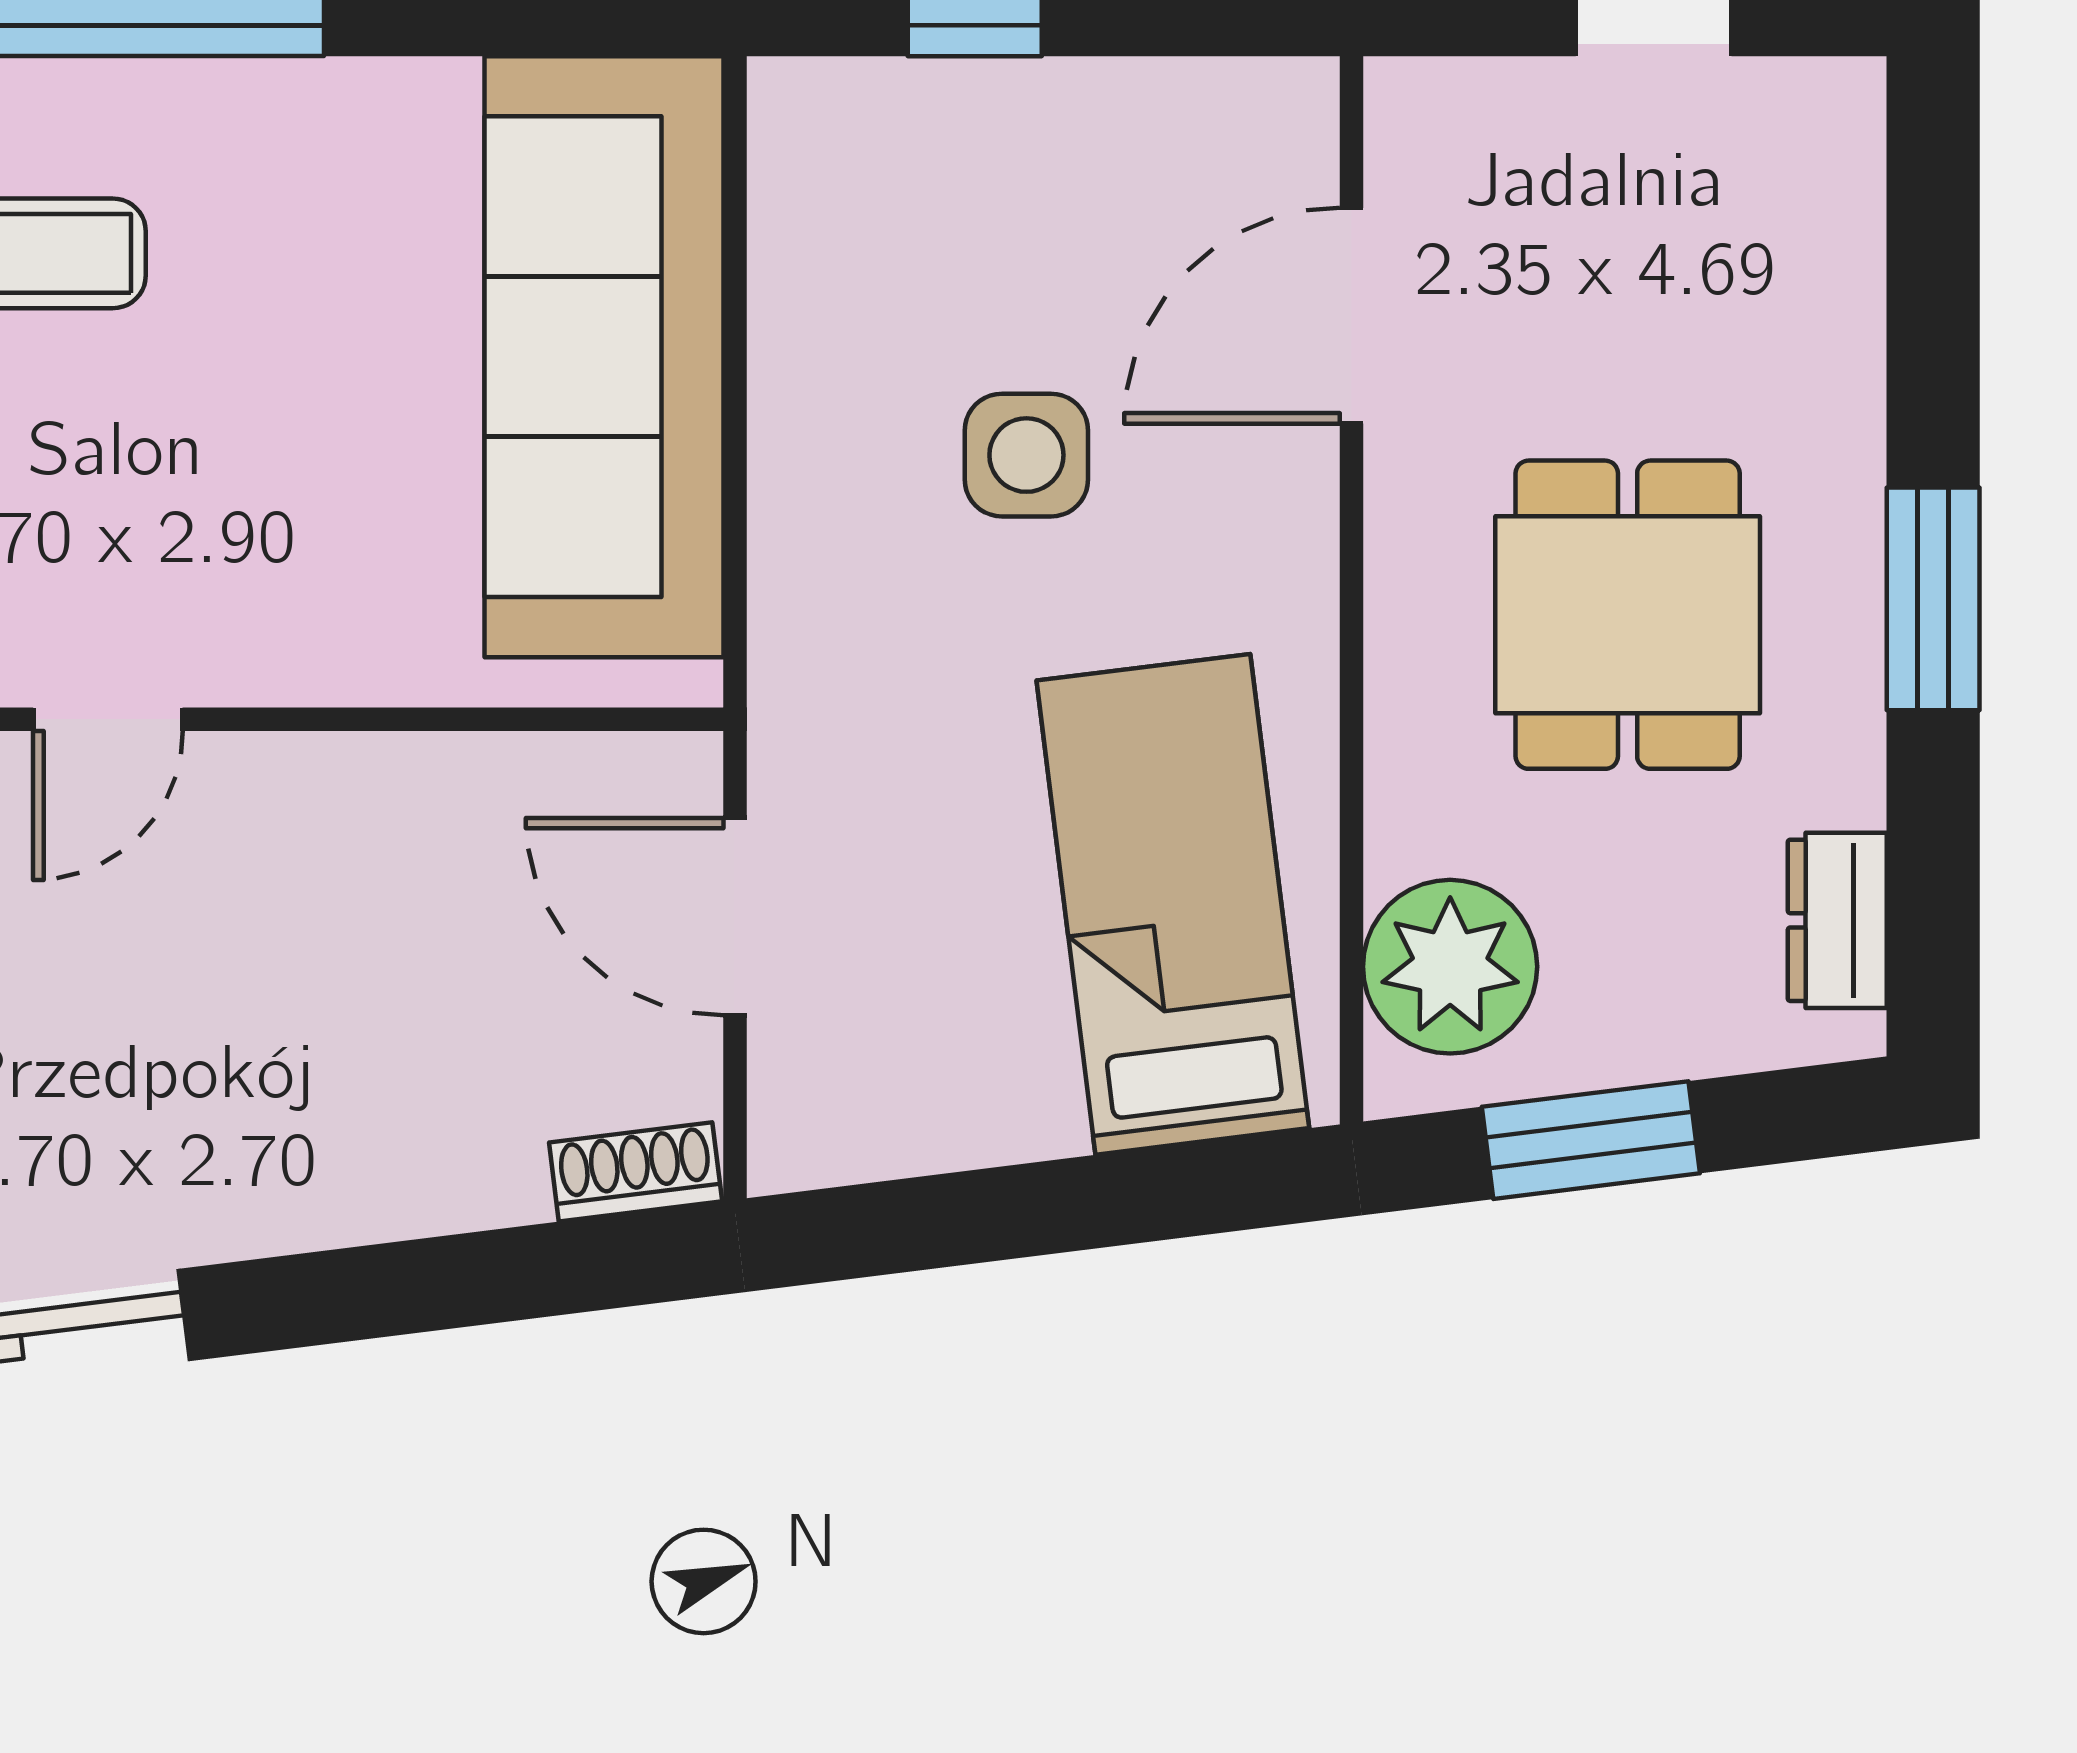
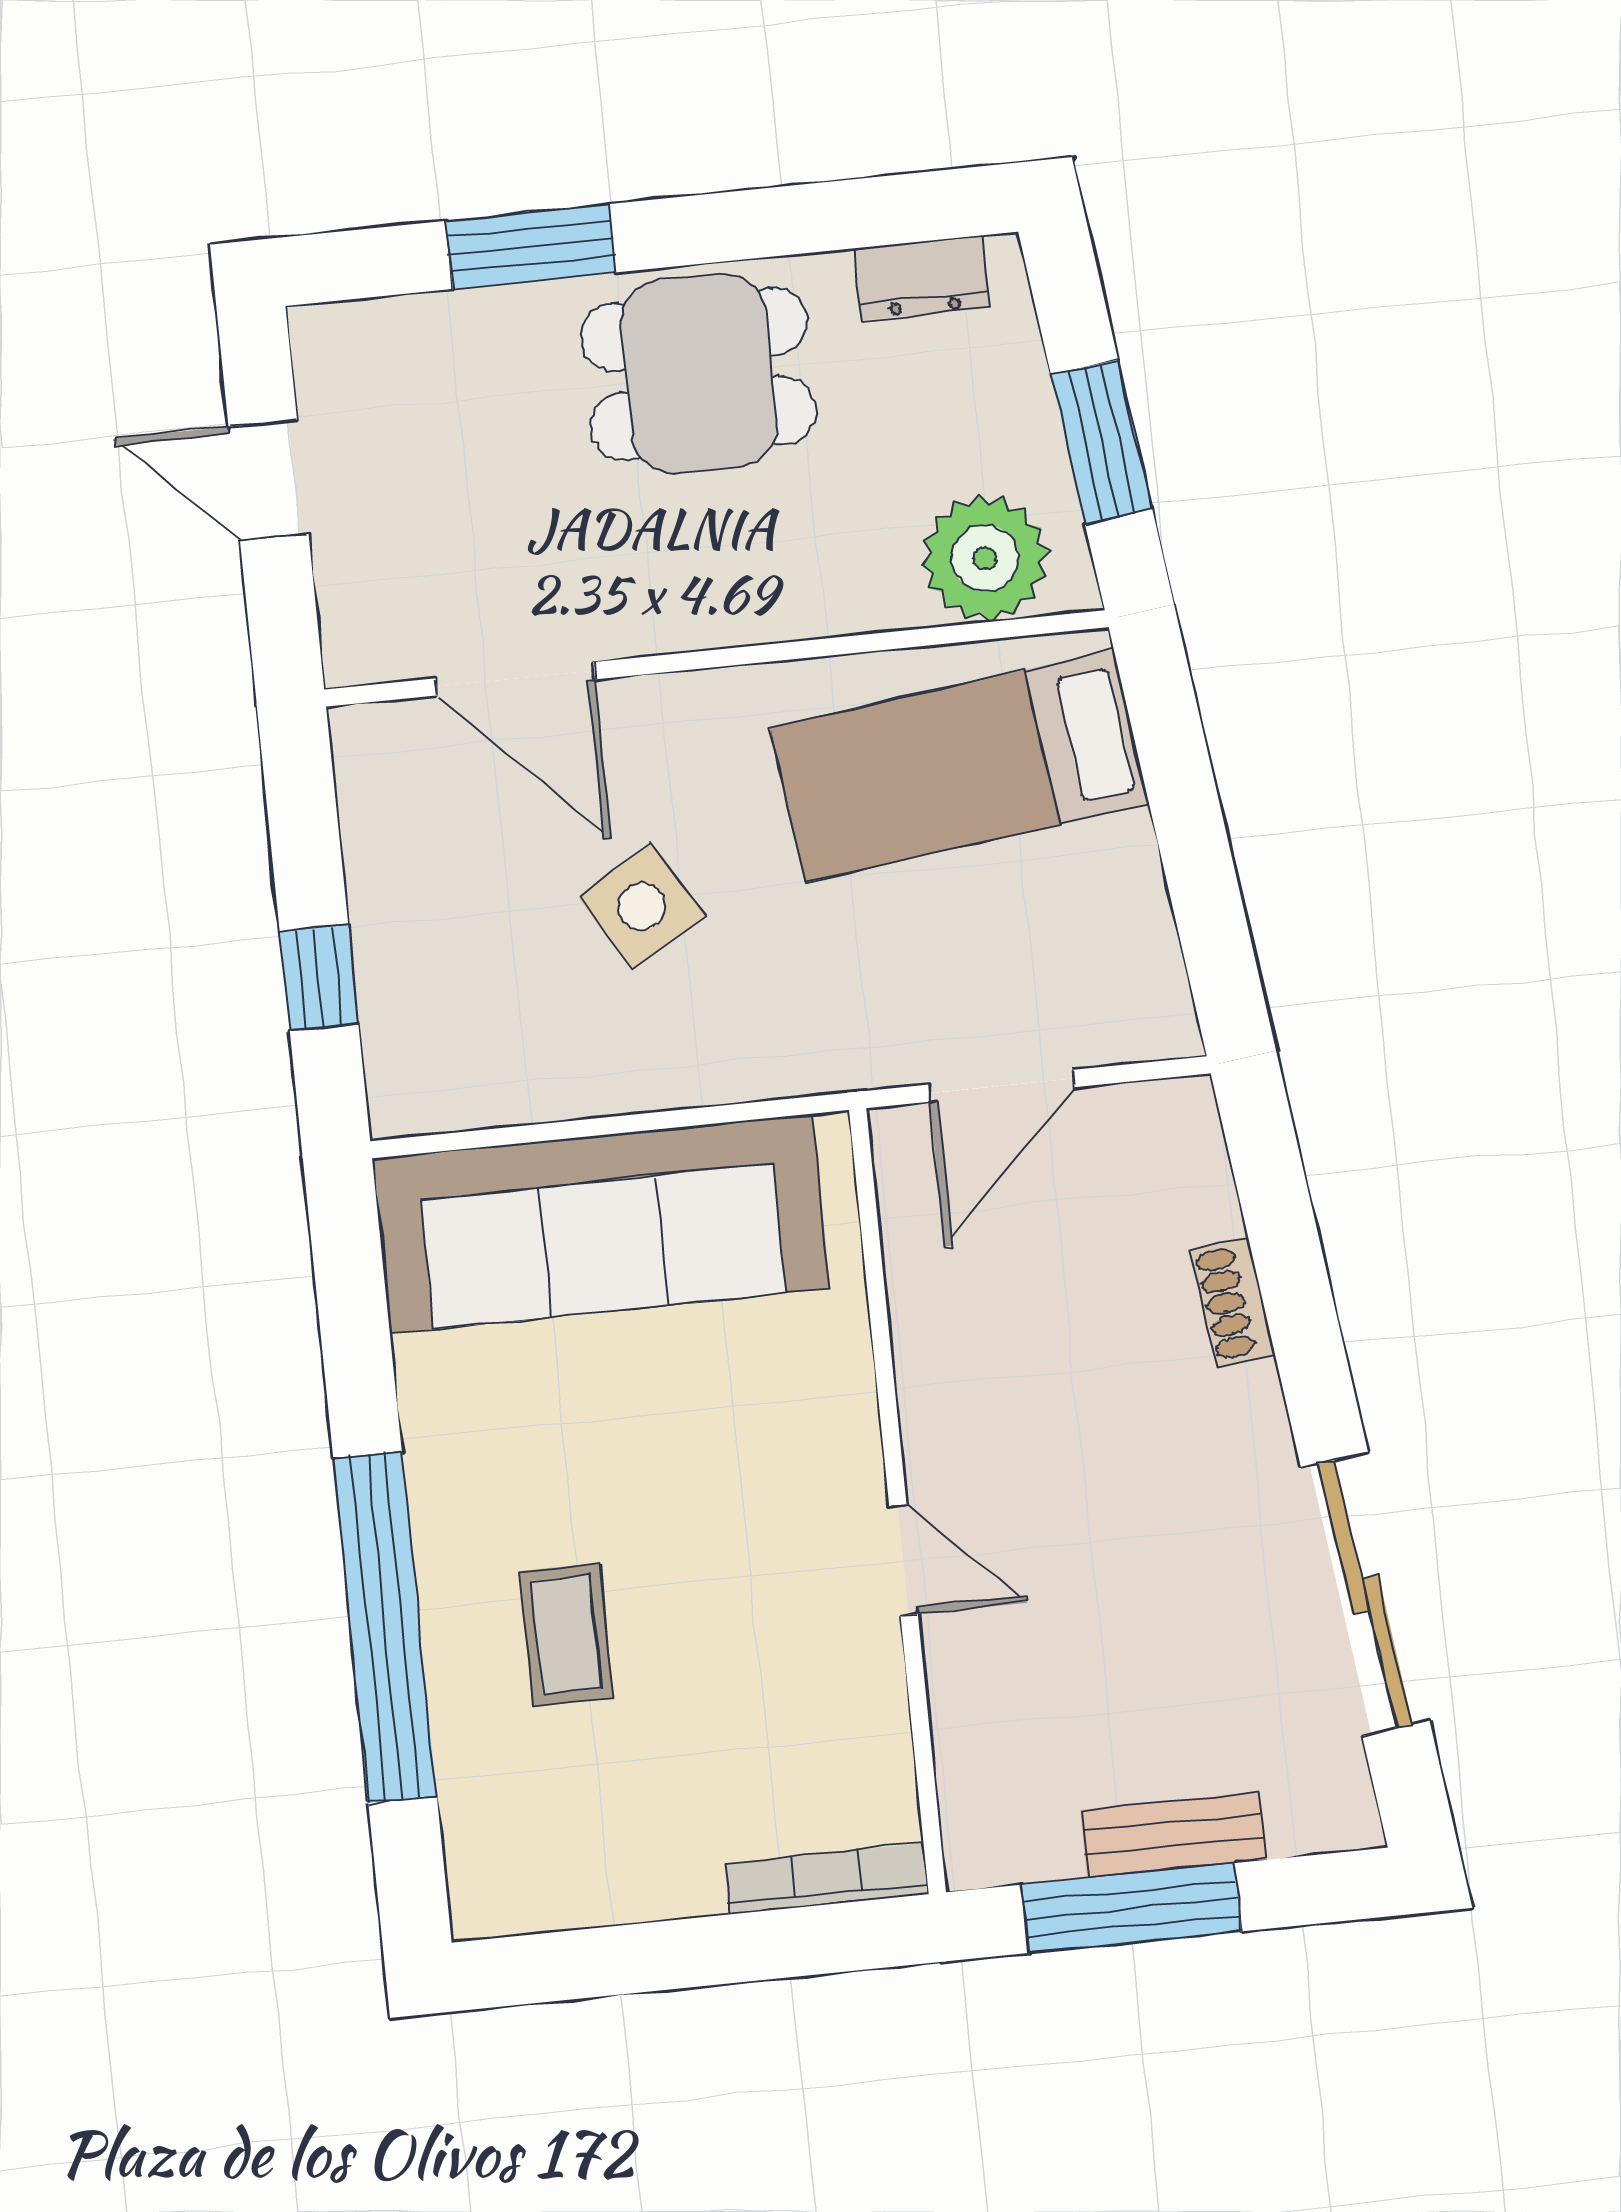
side table: (1026, 455) -> (642, 907), turned -31
window: (1933, 599) -> (531, 247), moved
dining table: (1628, 615) -> (699, 374), moved
shoe rack: (636, 1172) -> (1233, 1302), moved

